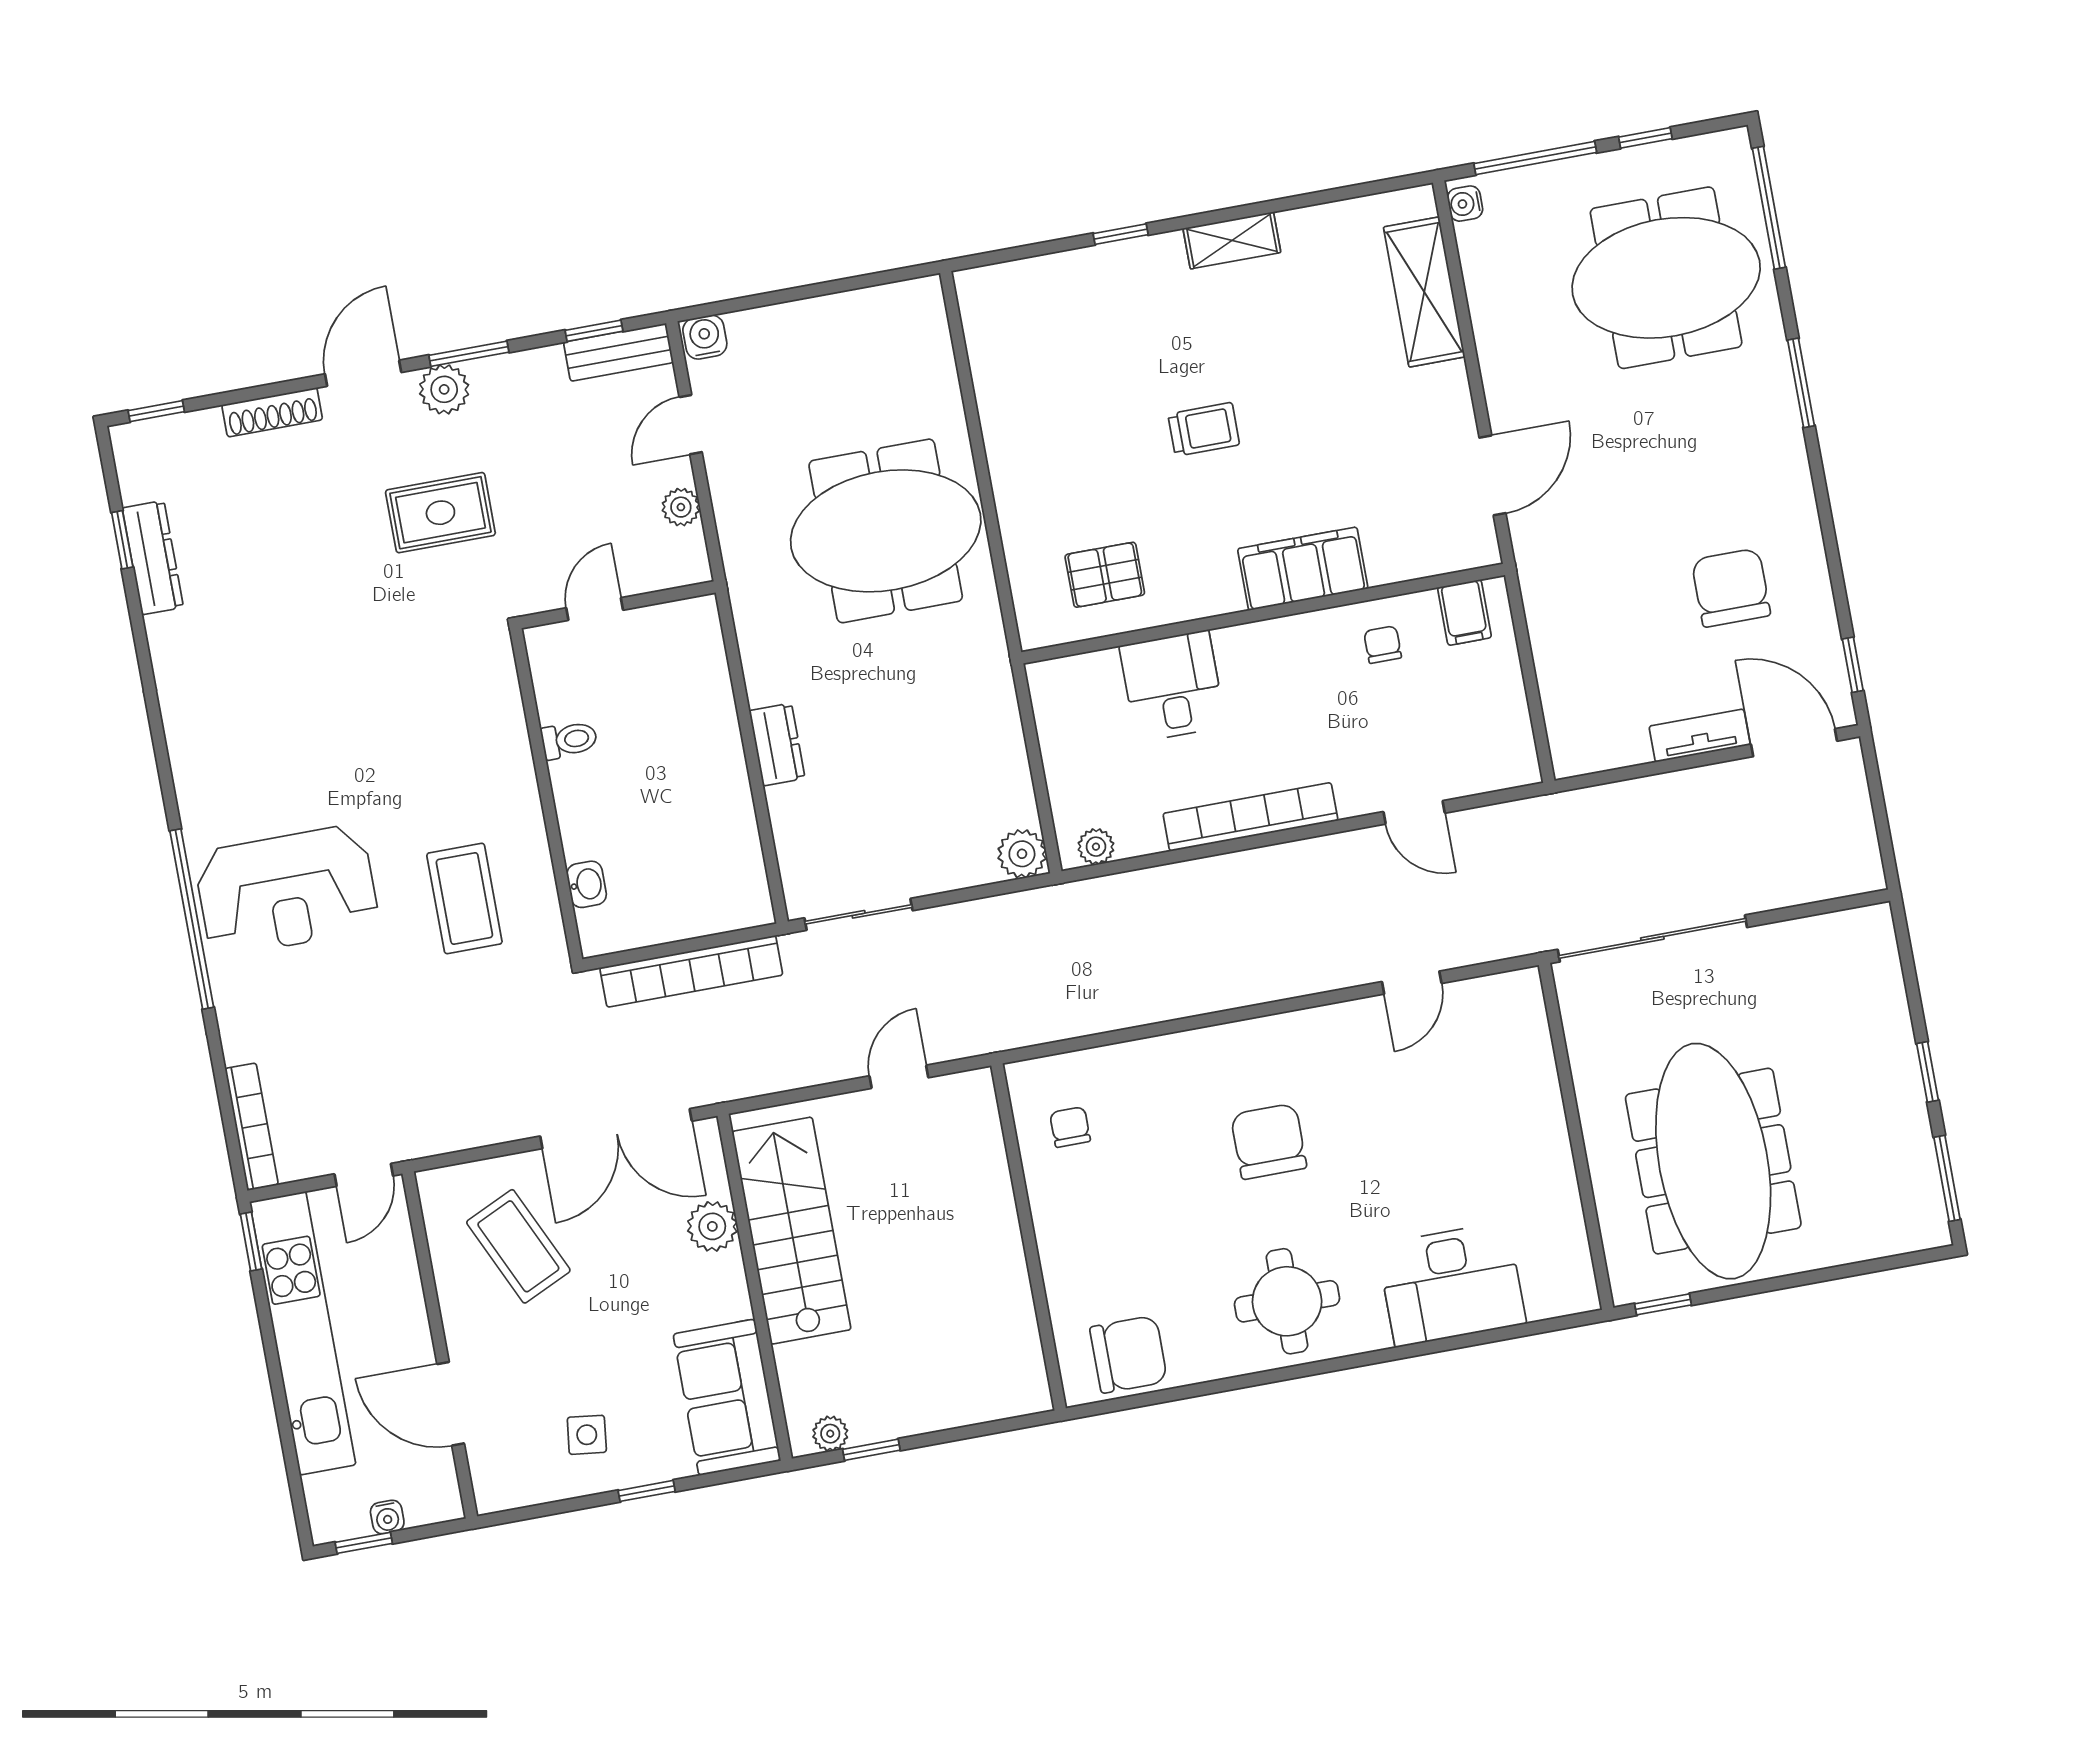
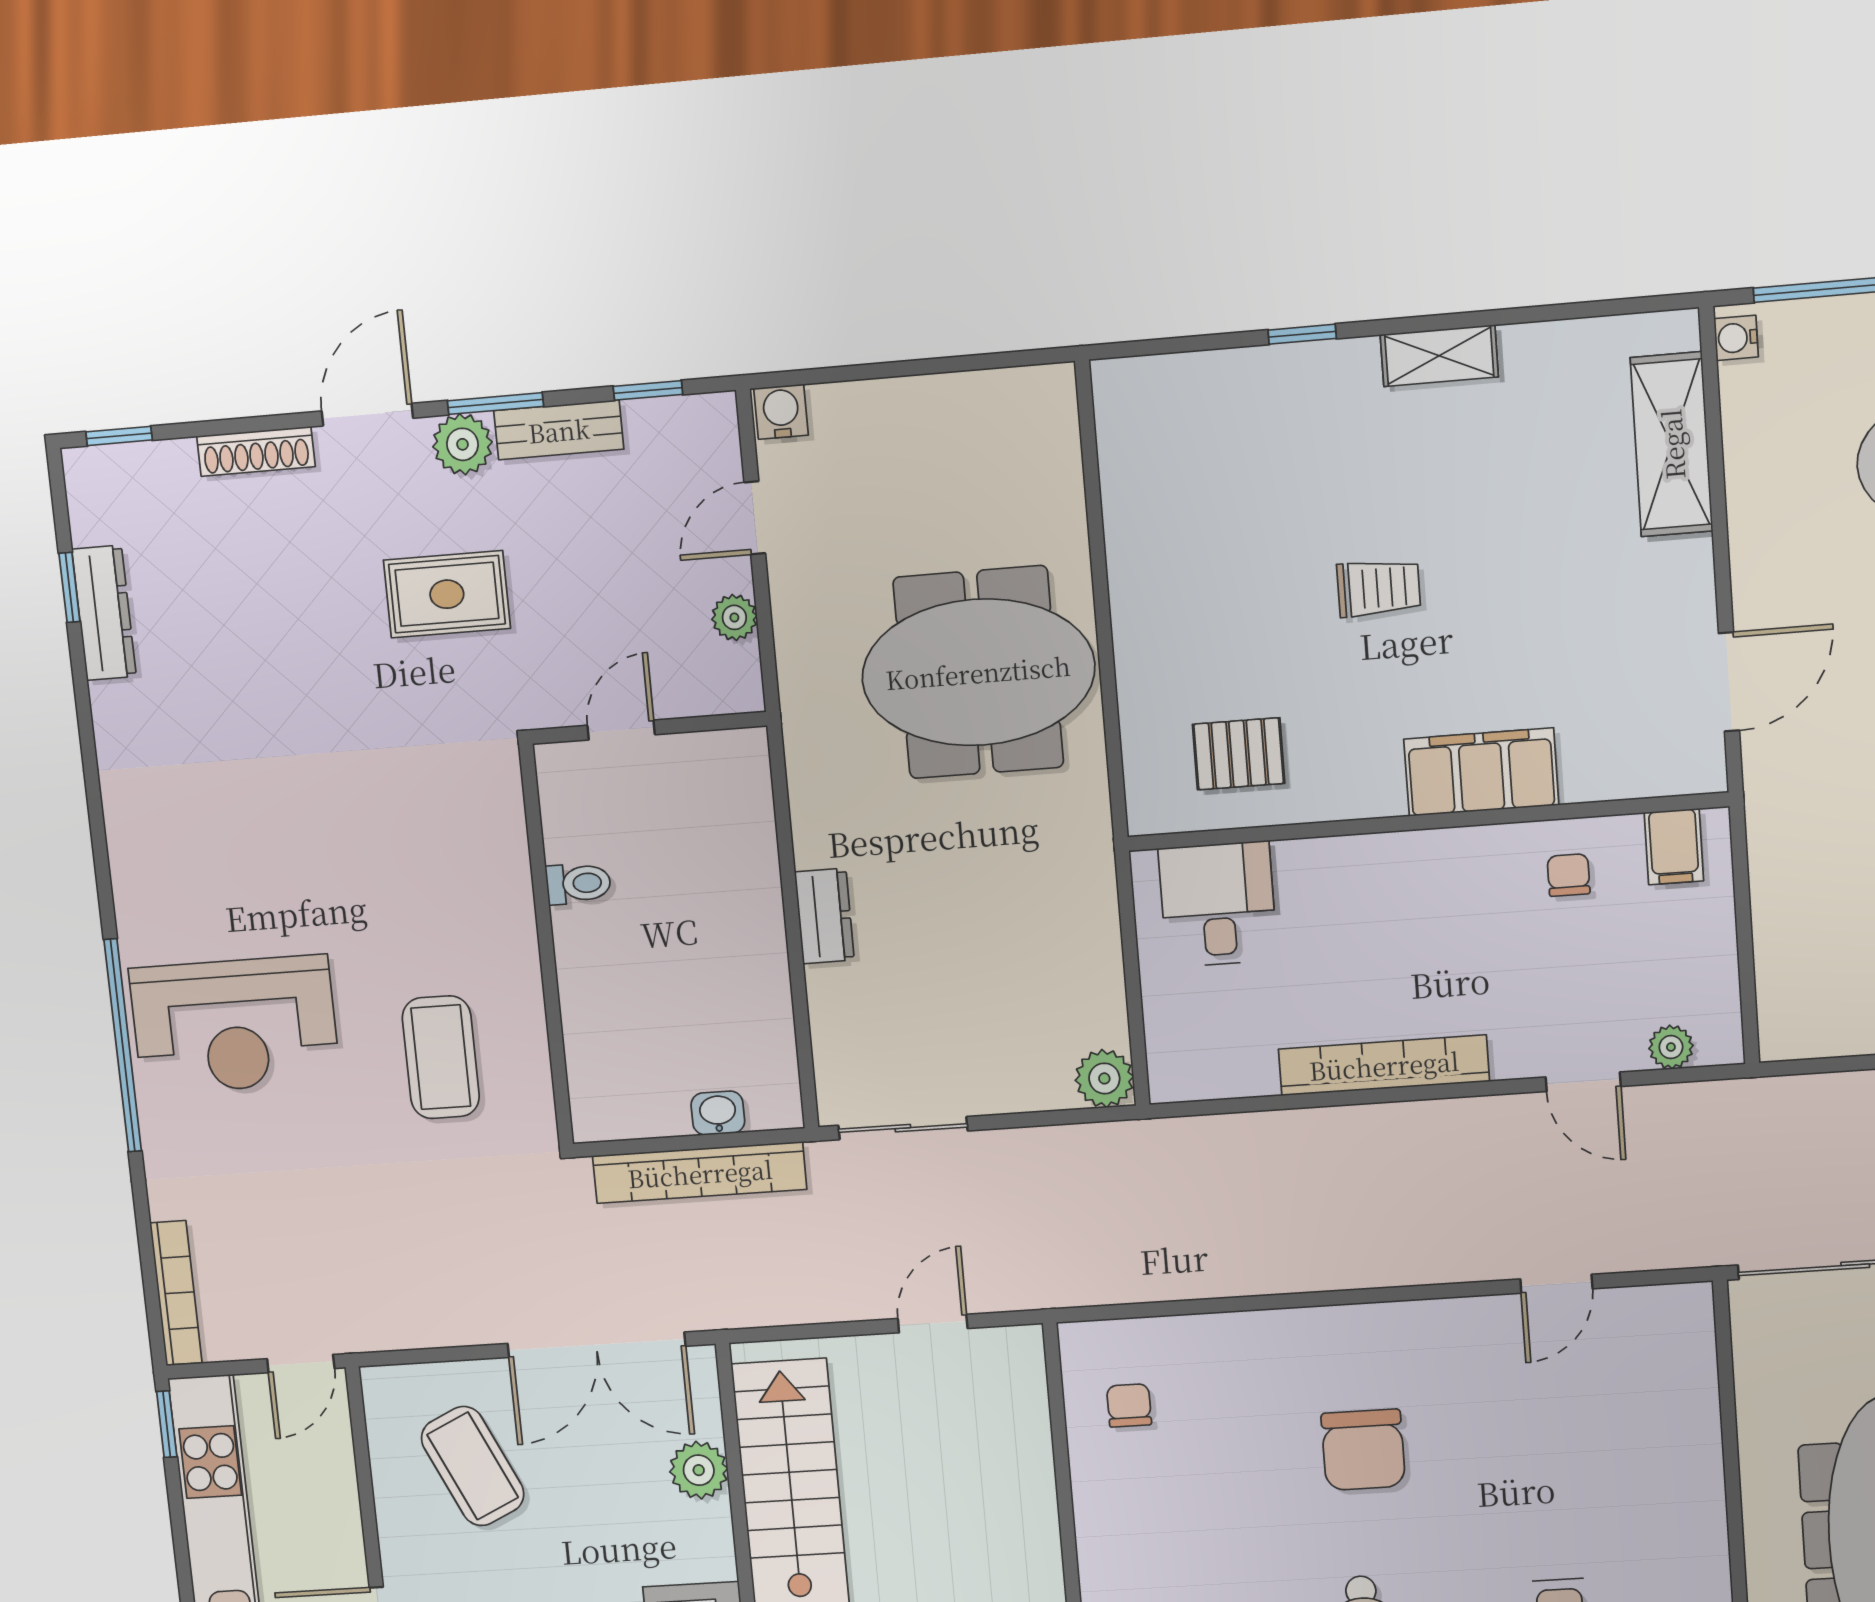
bench: (618, 352) -> (559, 430), moved
desk: (1172, 686) -> (1218, 904), moved
plant: (1096, 847) -> (1671, 1047), moved
washbasin: (587, 884) -> (718, 1113), moved, turned -90
chair: (1269, 1141) -> (1363, 1450), turned 180

